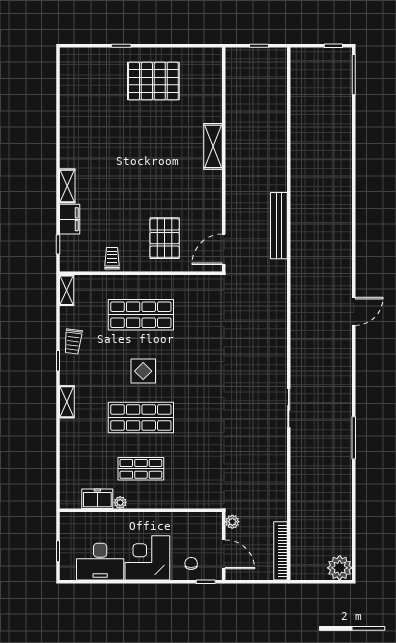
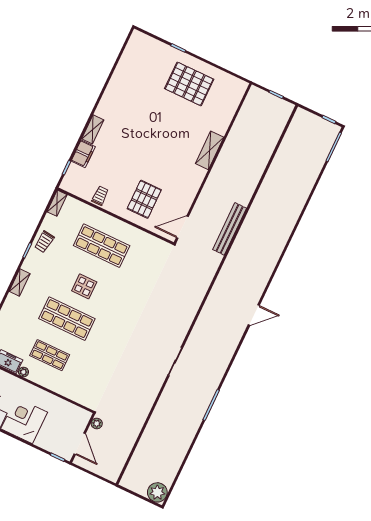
bookcase: (280, 551) -> (121, 460), removed
chair: (191, 563) -> (53, 439), removed

